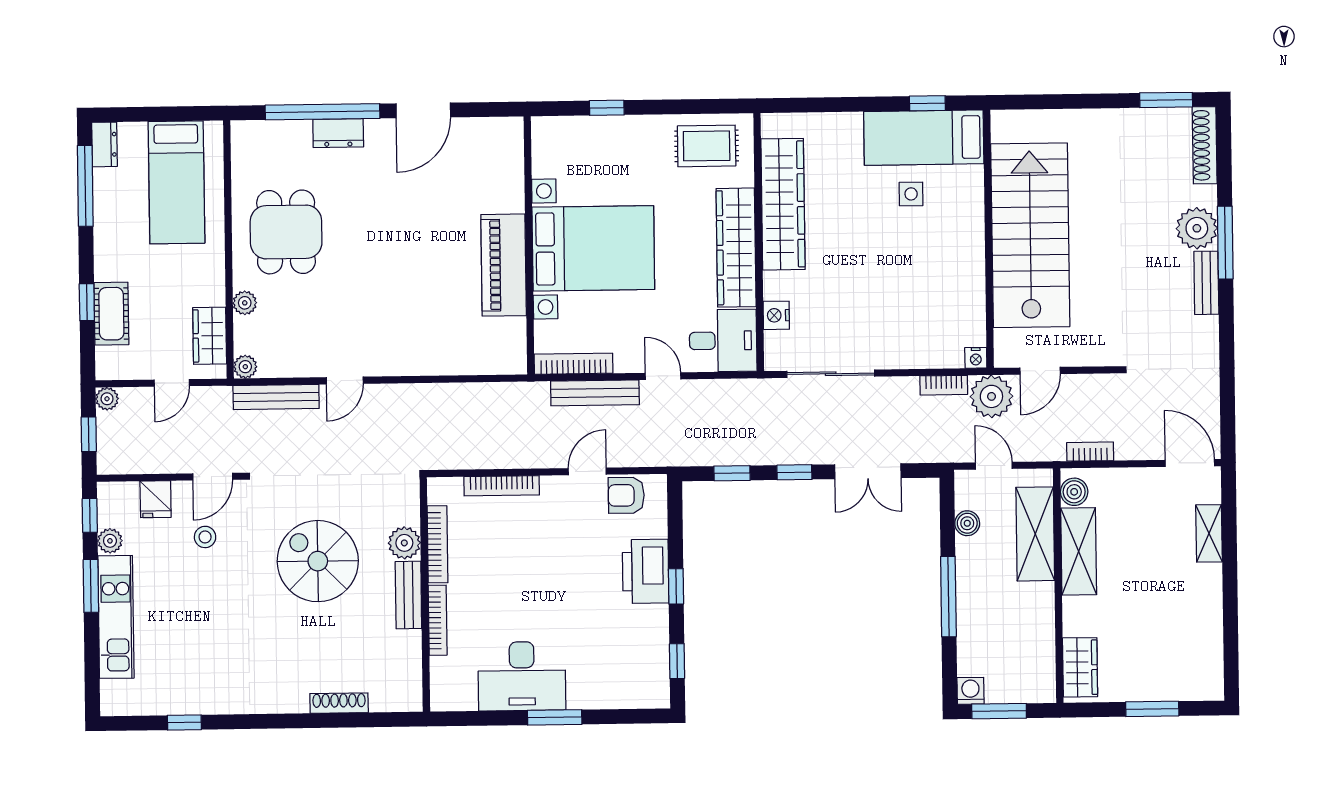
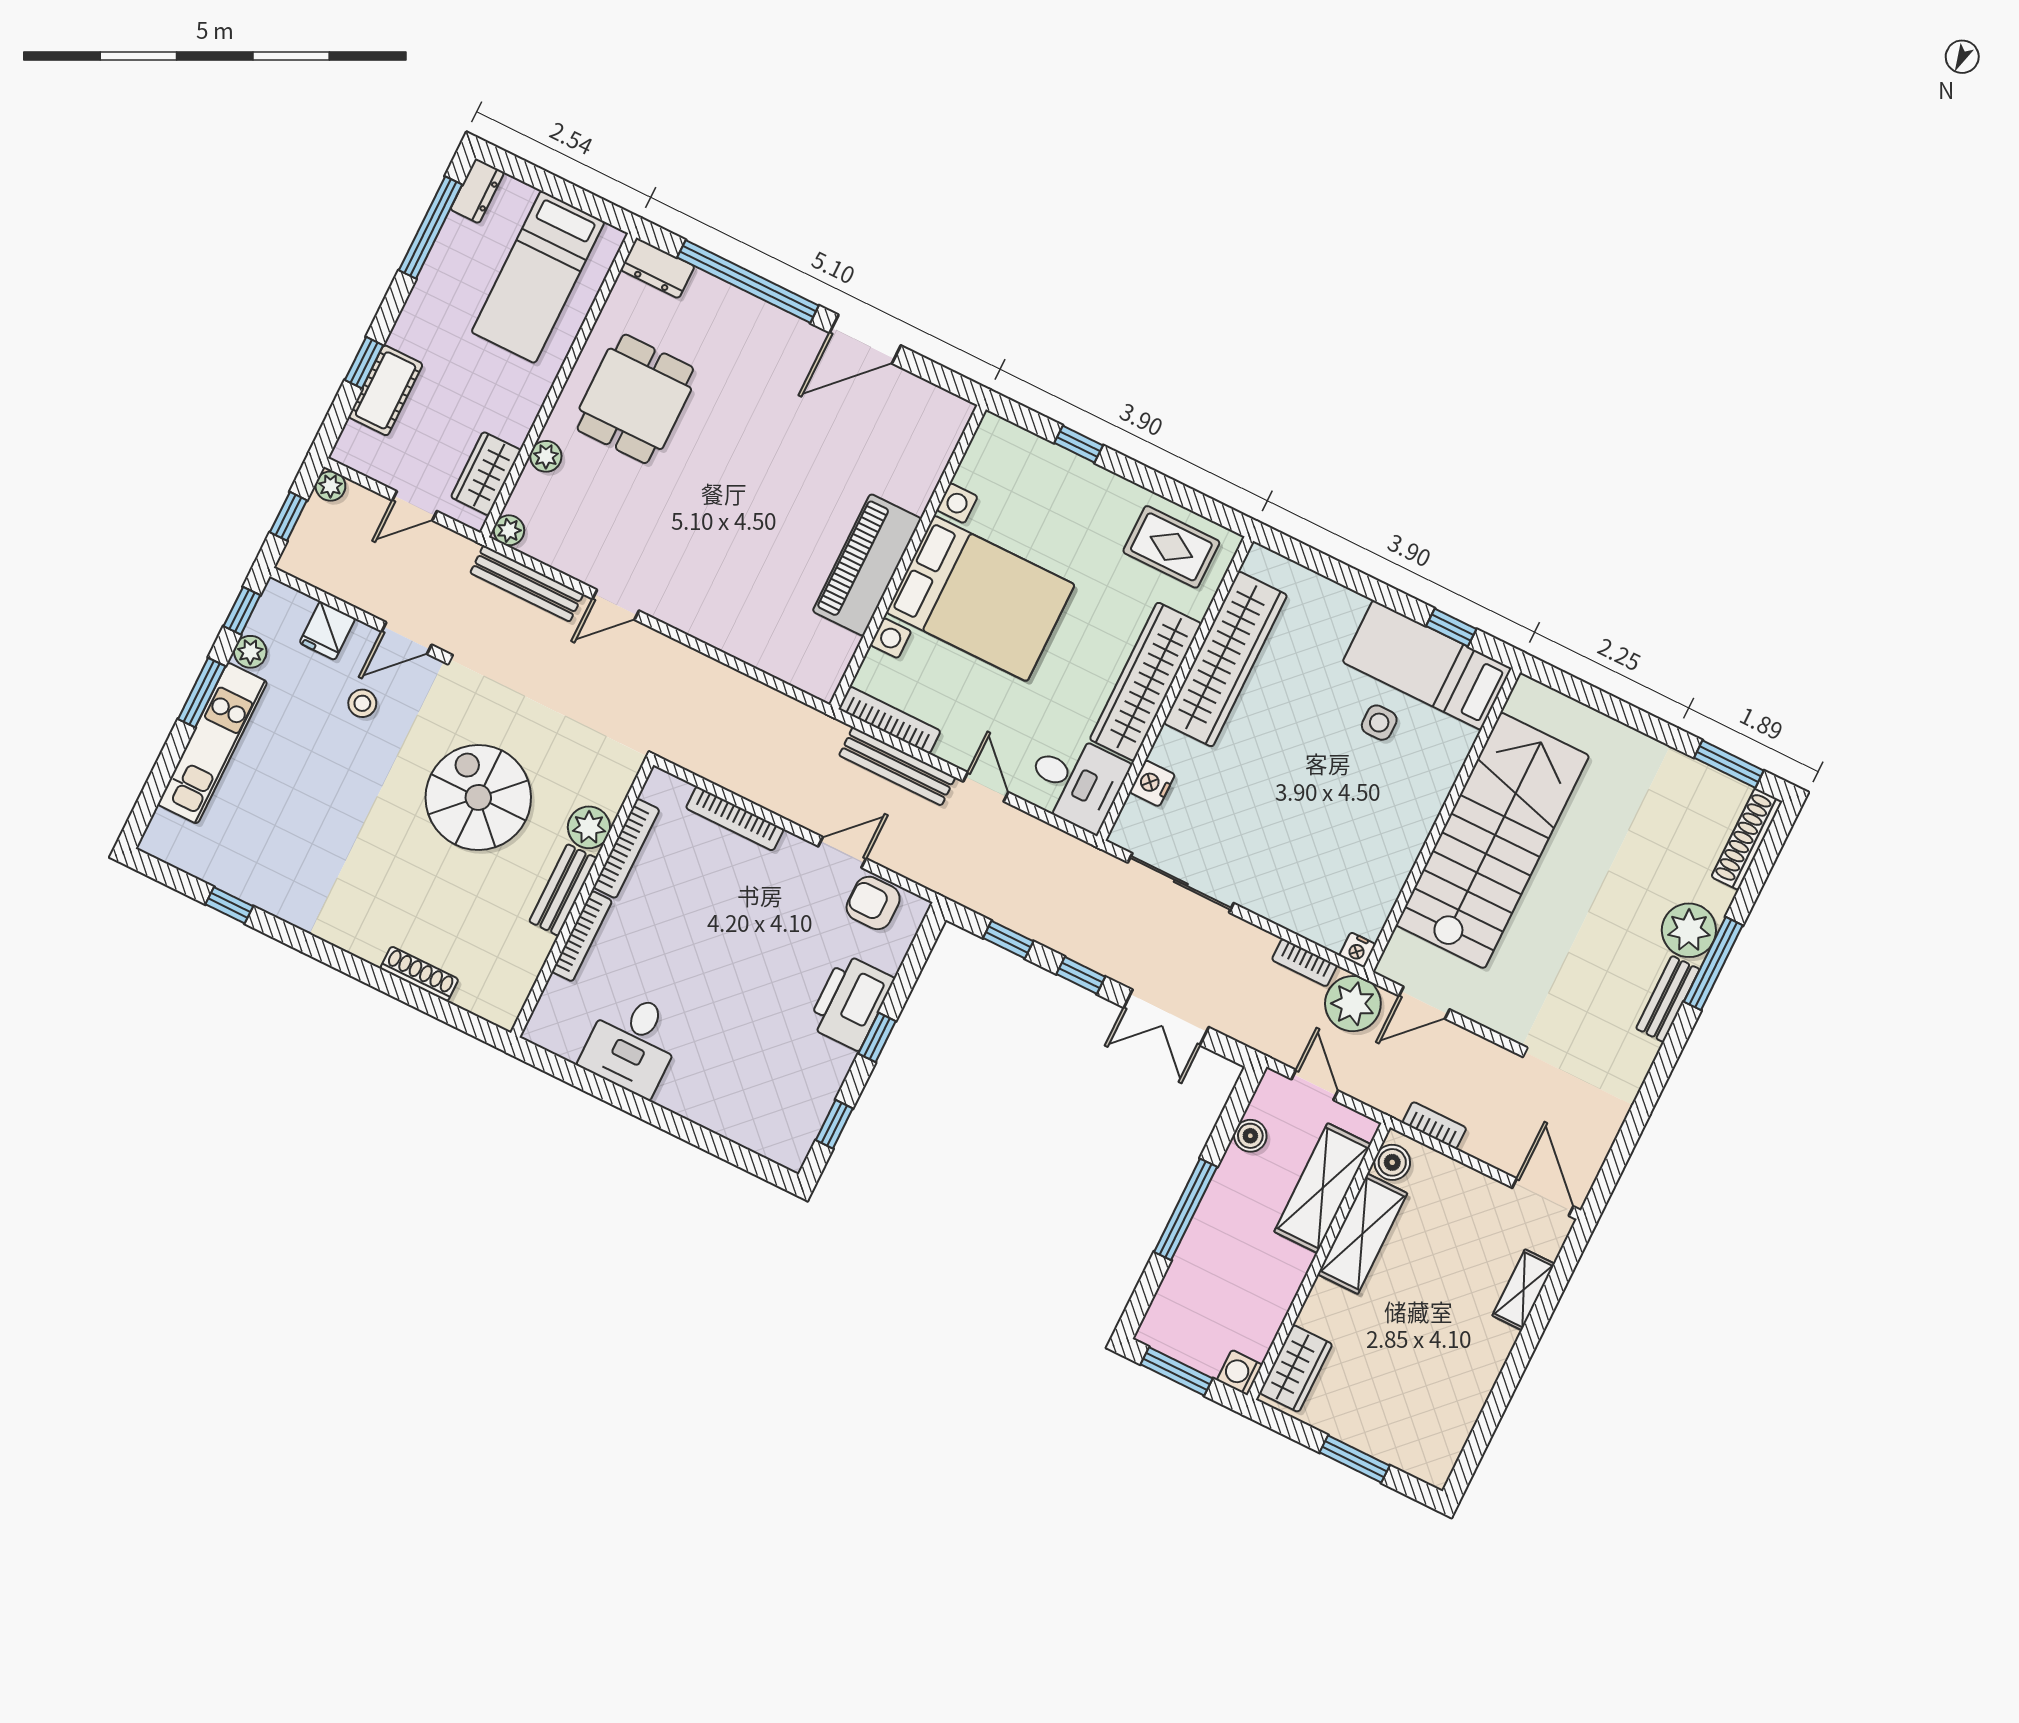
dresser: (338, 133) -> (658, 268), moved
desk: (522, 676) -> (632, 1043), width x0.73
washing machine: (970, 691) -> (1240, 1372), moved, turned -90
window: (555, 717) -> (660, 1117), removed

